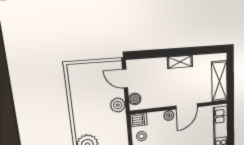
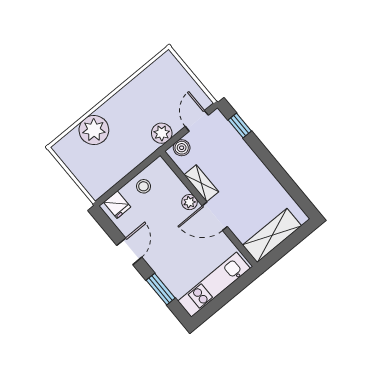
window: (146, 54) -> (240, 125), added
shelving: (180, 62) -> (201, 183), moved
dishwasher: (139, 120) -> (161, 169), removed

